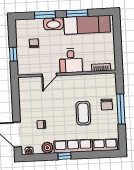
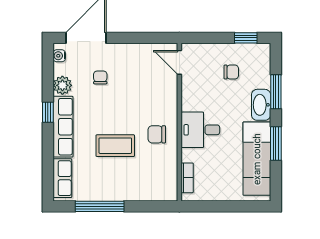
window: (13, 54) -> (246, 38), moved
door: (49, 75) -> (179, 62), moved
chair: (107, 104) -> (157, 134), moved
window: (121, 109) -> (100, 206), moved

